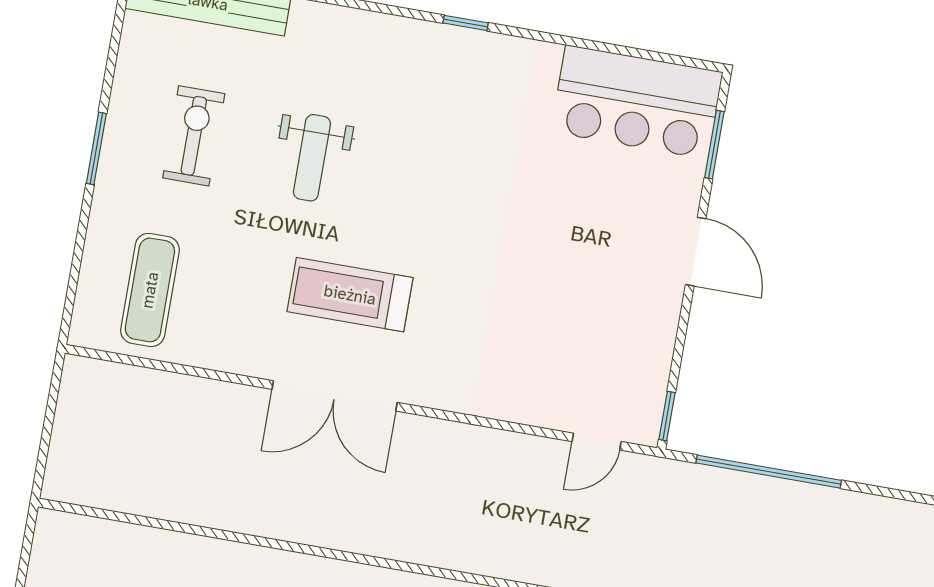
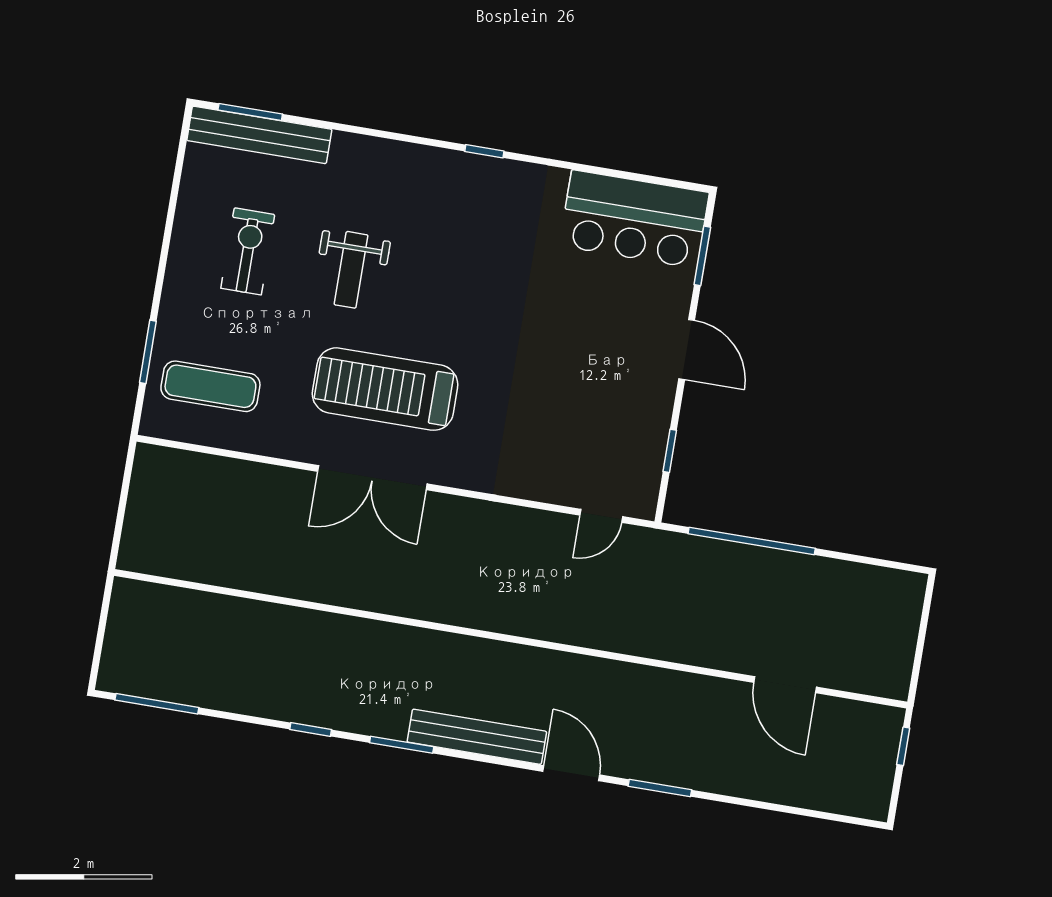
window: (96, 148) -> (148, 352), moved
exercise mat: (150, 290) -> (210, 386), turned 90
treadmill: (350, 295) -> (385, 389), width x1.37, depth x1.38
window: (667, 416) -> (670, 451), moved

